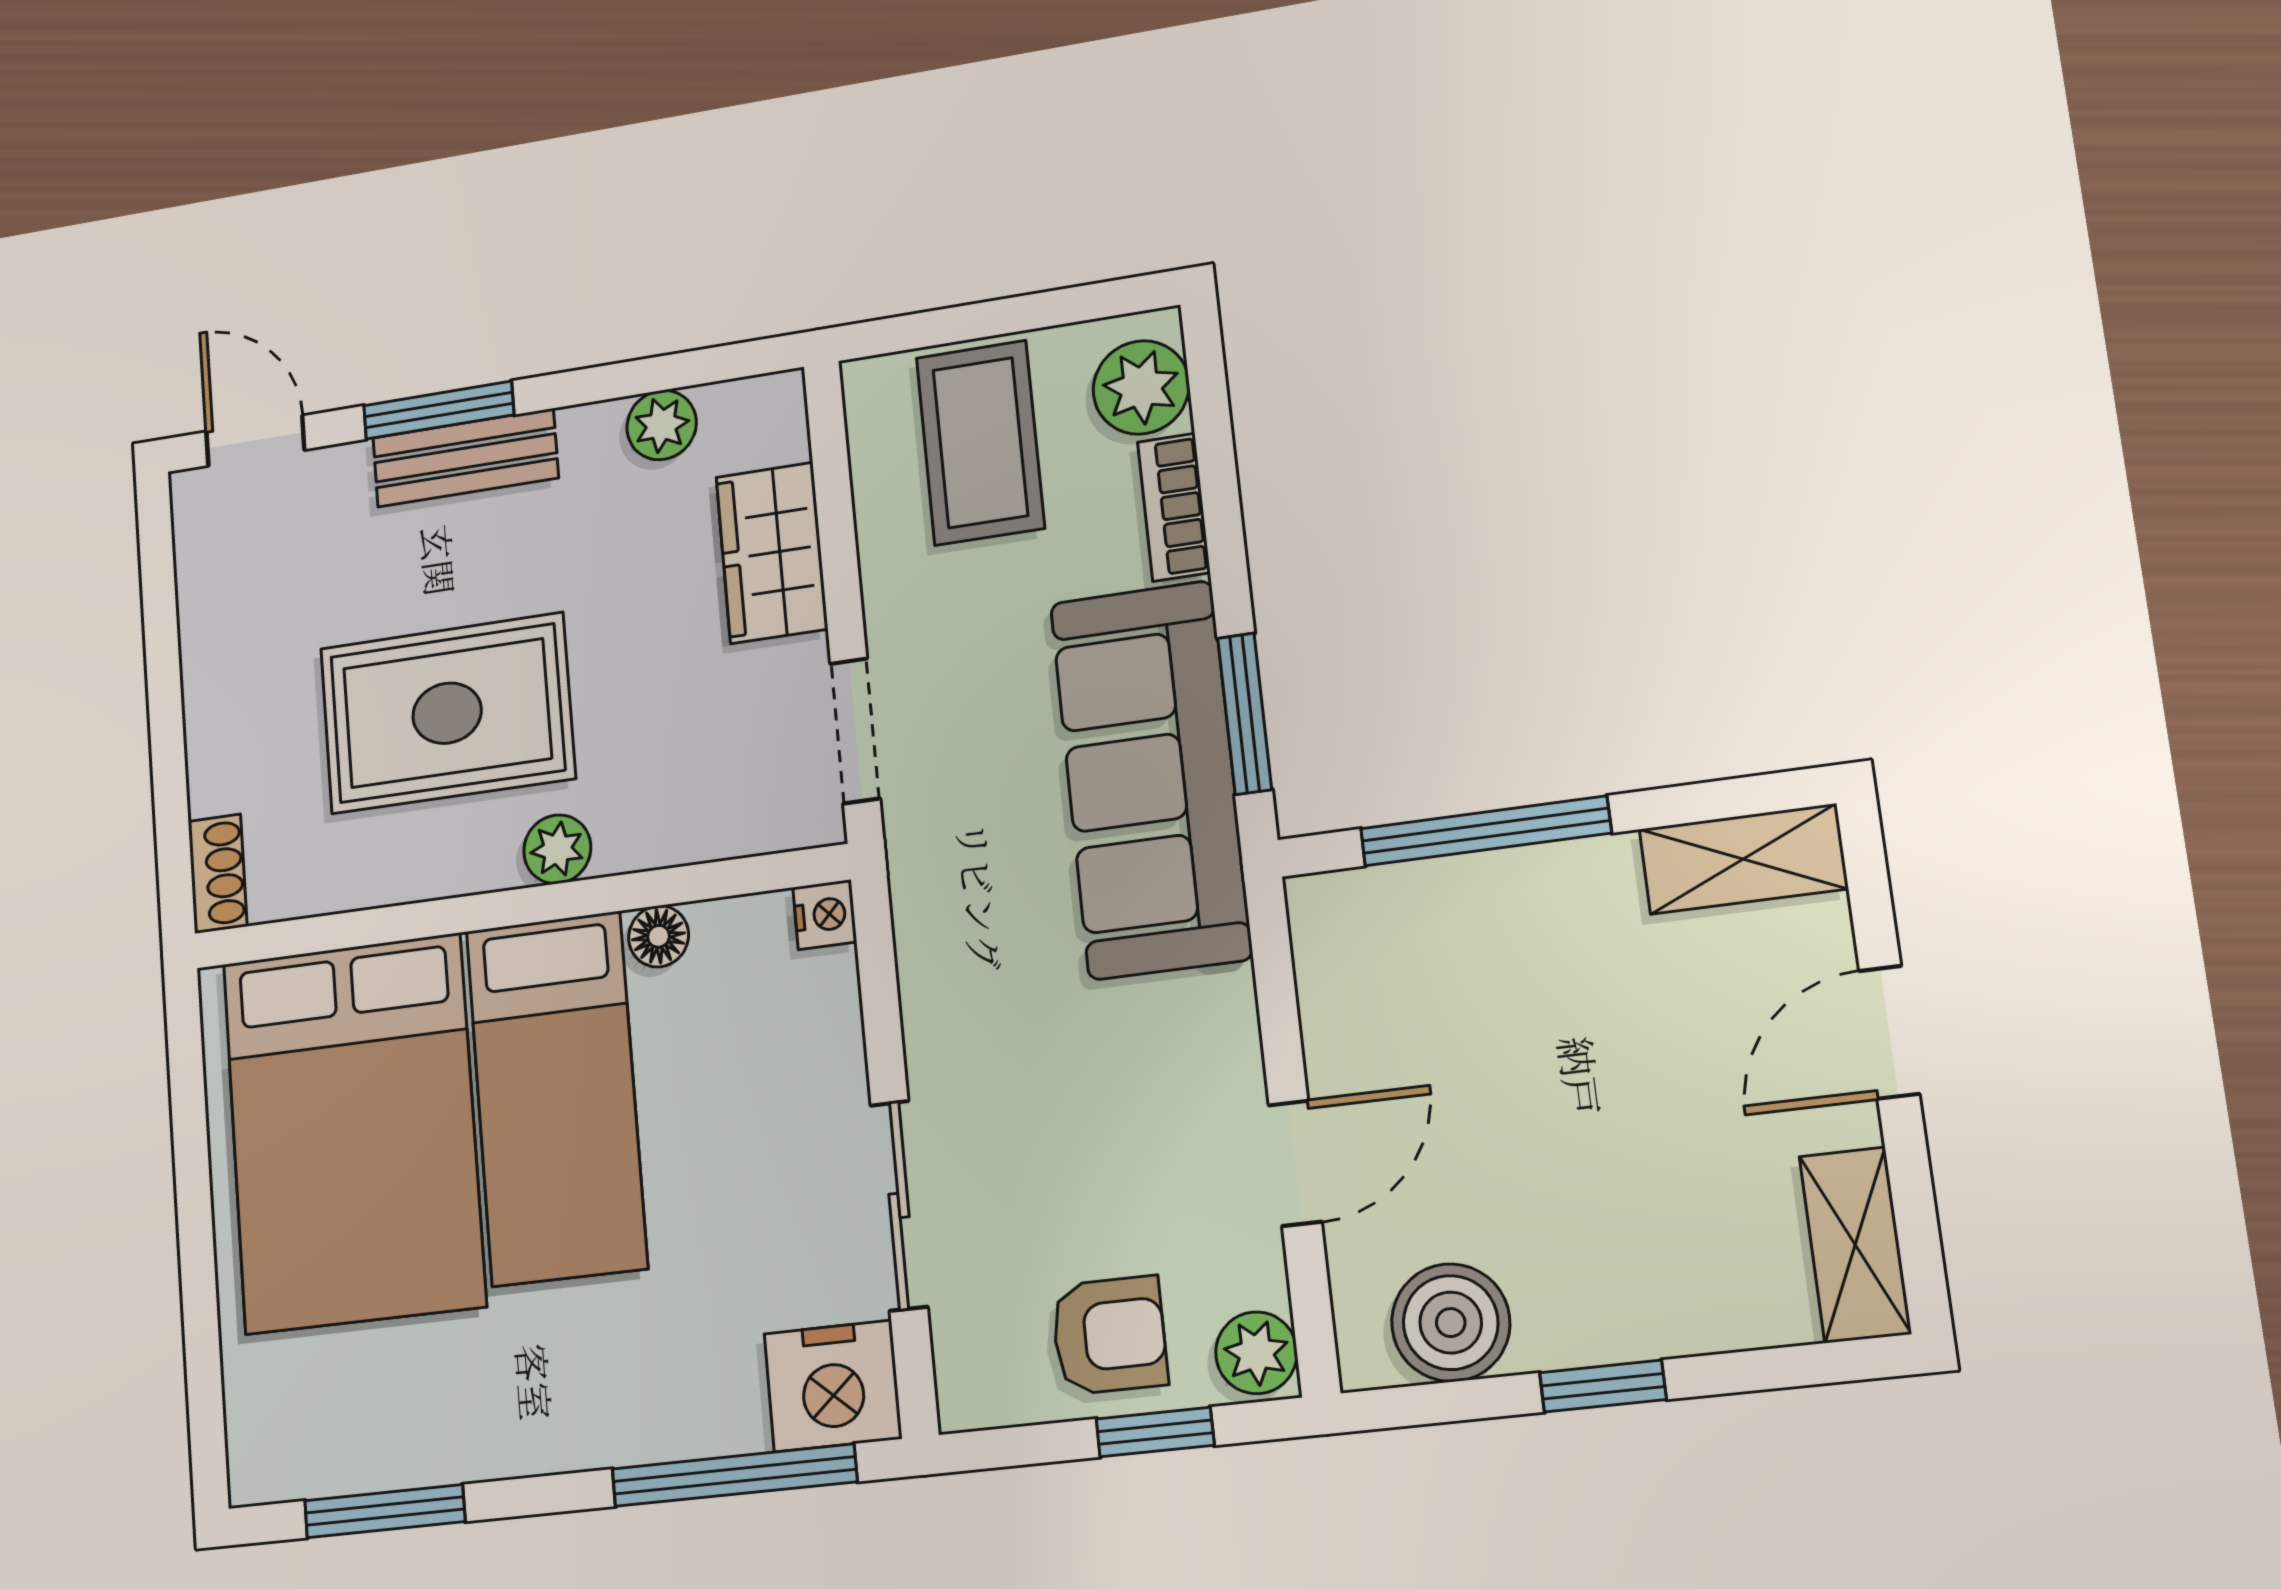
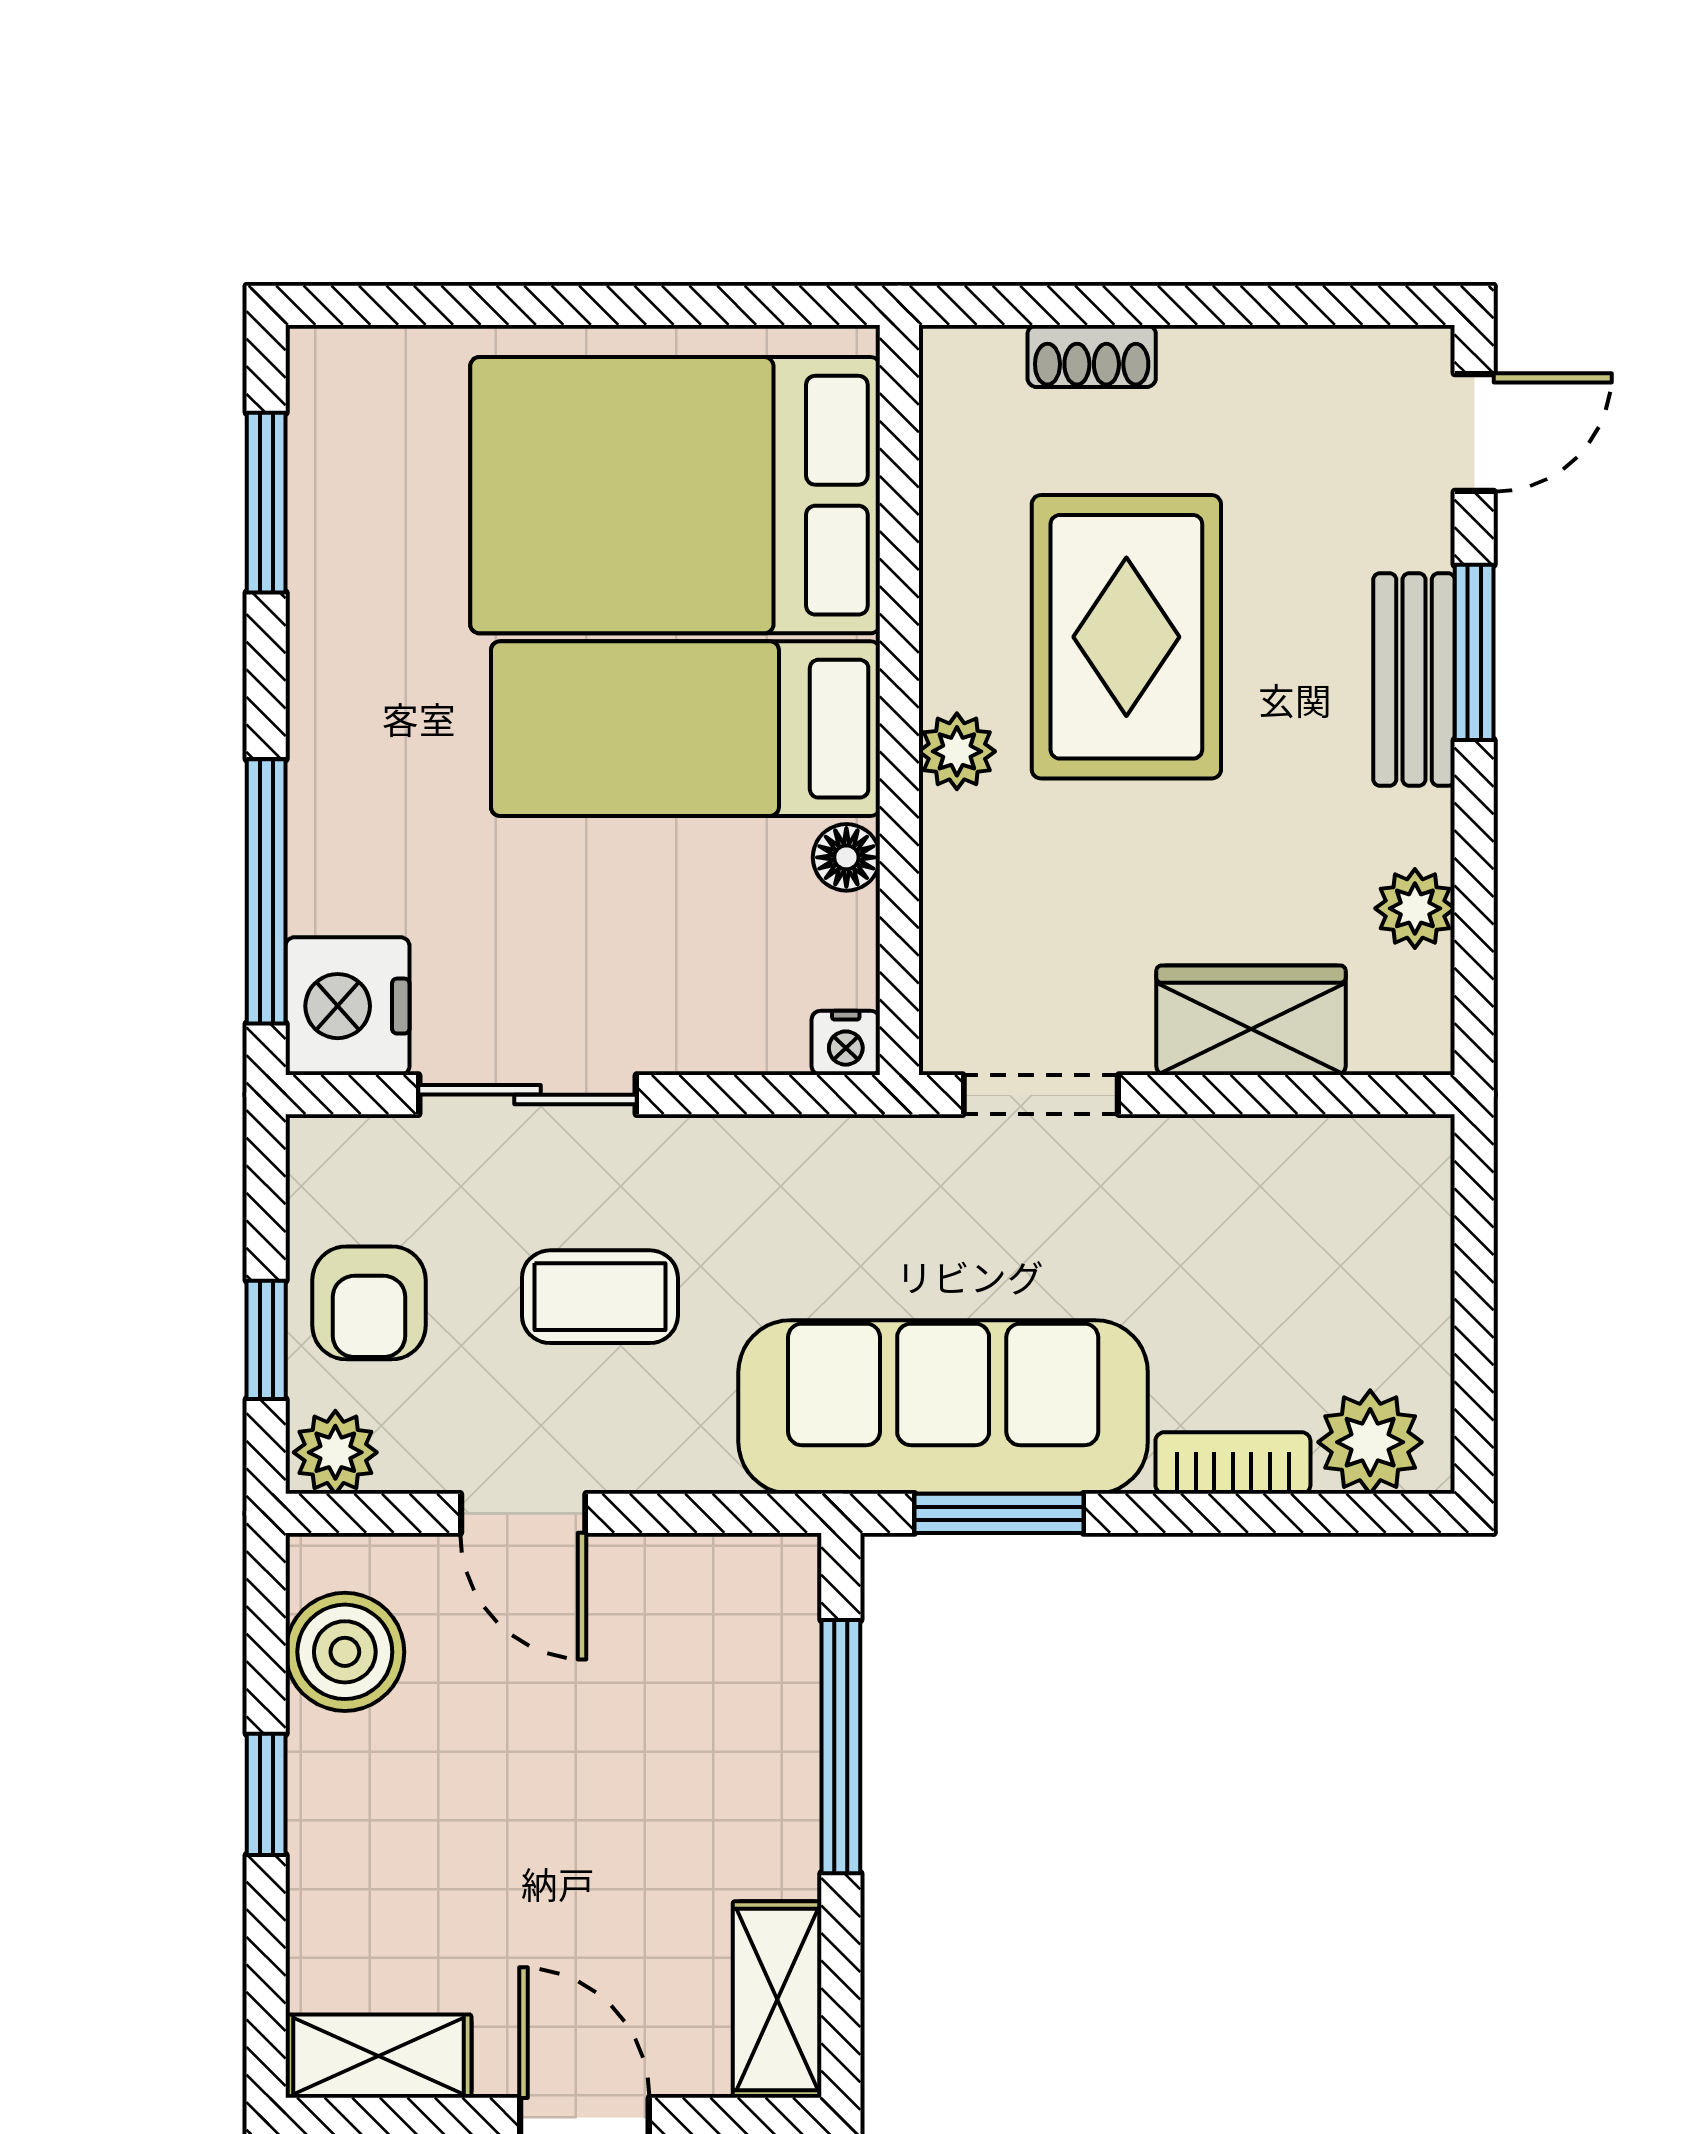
coffee table: (980, 443) -> (600, 1297), moved, width x0.73, depth x0.77
shoe rack: (218, 874) -> (1092, 356), moved

